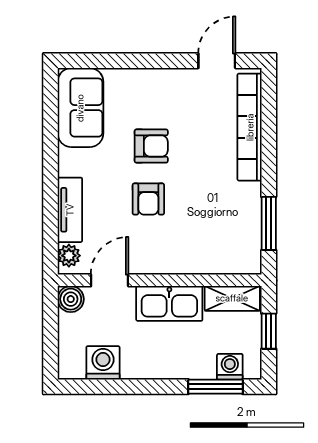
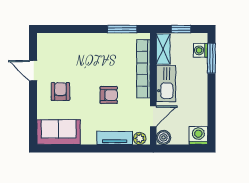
door: (217, 61) -> (33, 71), moved
bookcase: (250, 127) -> (143, 69), moved, turned 90
armchair: (151, 146) -> (60, 92), moved
door: (110, 280) -> (153, 116), swing flipped
washing machine: (103, 363) -> (198, 135), moved, turned 90

